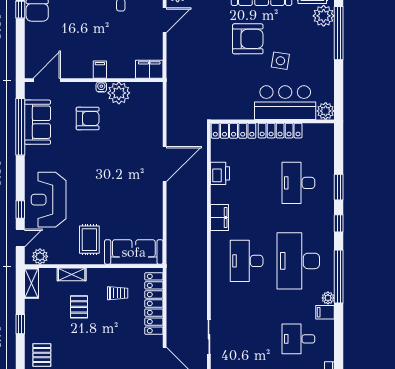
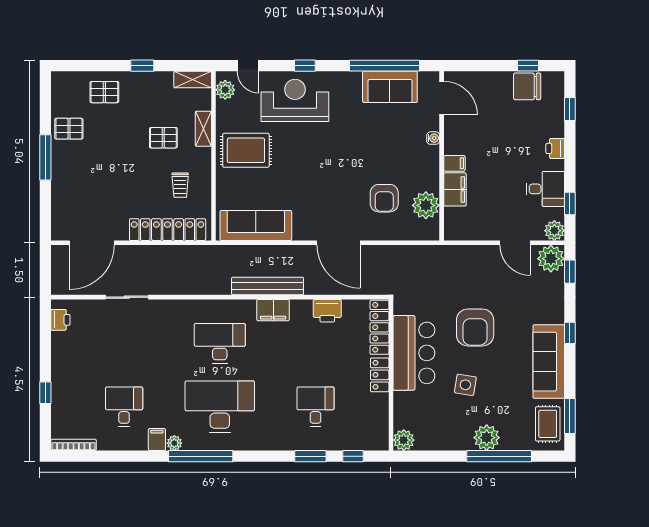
plant: (324, 16) -> (487, 438), moved
armchair: (248, 39) -> (475, 327), moved
filing cabinet: (149, 69) -> (455, 189), moved
water cooler: (101, 87) -> (433, 138), moved
plant: (119, 93) -> (426, 205), moved
bar counter: (285, 103) -> (414, 353), moved
armchair: (88, 118) -> (384, 198), moved
locker: (280, 131) -> (380, 375), width x0.66
desk: (298, 183) -> (315, 407), width x0.73
window: (20, 210) -> (305, 66), moved
bench: (200, 222) -> (268, 286), added
window: (339, 223) -> (353, 456), moved
rug: (89, 240) -> (246, 150), width x1.36, depth x1.43
sofa: (134, 252) -> (256, 225), moved, turned -90

